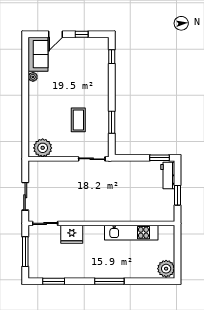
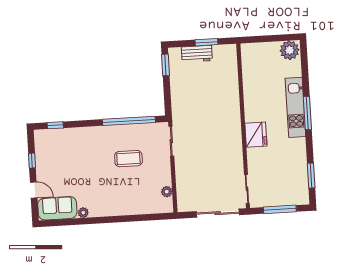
window: (112, 122) -> (129, 121), width x2.11
plant: (43, 148) -> (167, 192), width x0.53, depth x0.53
workbench: (168, 176) -> (197, 54), moved
sliding door: (25, 196) -> (218, 213), width x1.37
kitchen unit: (131, 233) -> (295, 107), moved, turned 180
fridge: (72, 234) -> (256, 135), moved

